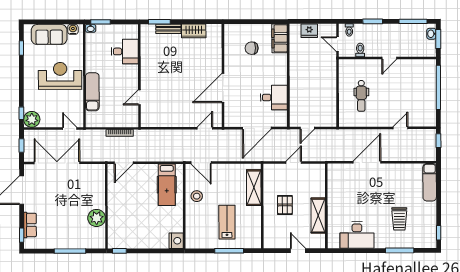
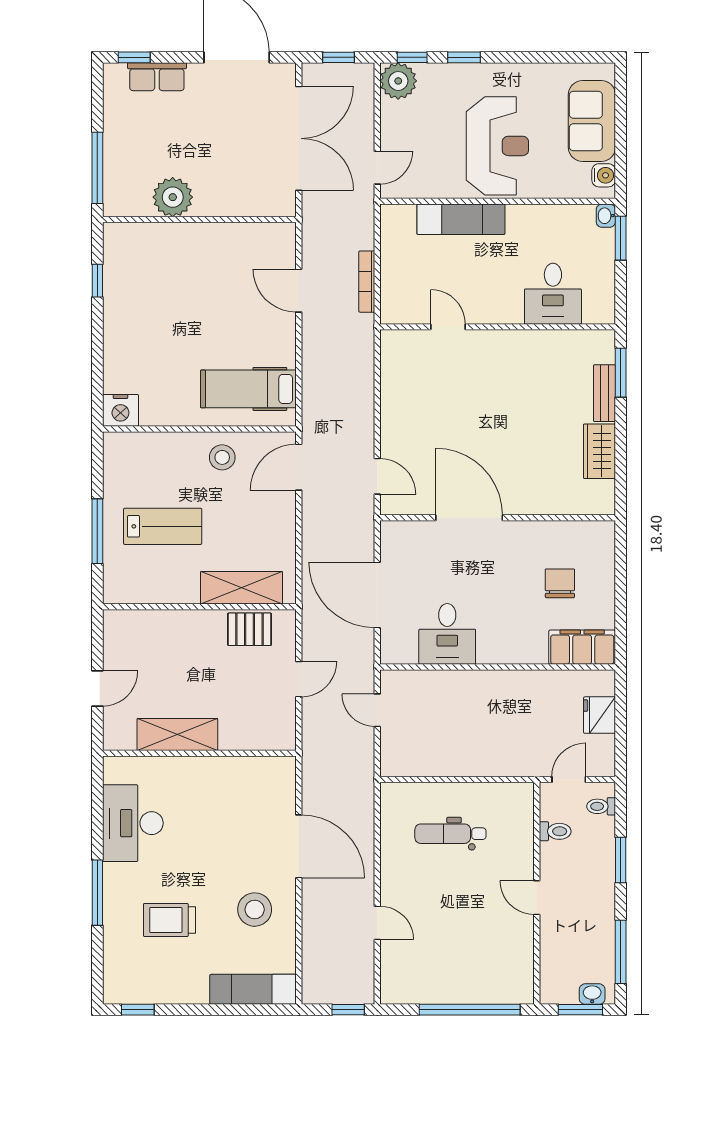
window: (21, 48) -> (464, 57), moved
door: (294, 162) -> (299, 679), hinge flipped
stool: (395, 182) -> (255, 910), added
pallet: (285, 205) -> (250, 629), moved
wall: (106, 206) -> (199, 220), moved
plant: (97, 218) -> (173, 197), moved
window: (400, 250) -> (97, 893), moved

